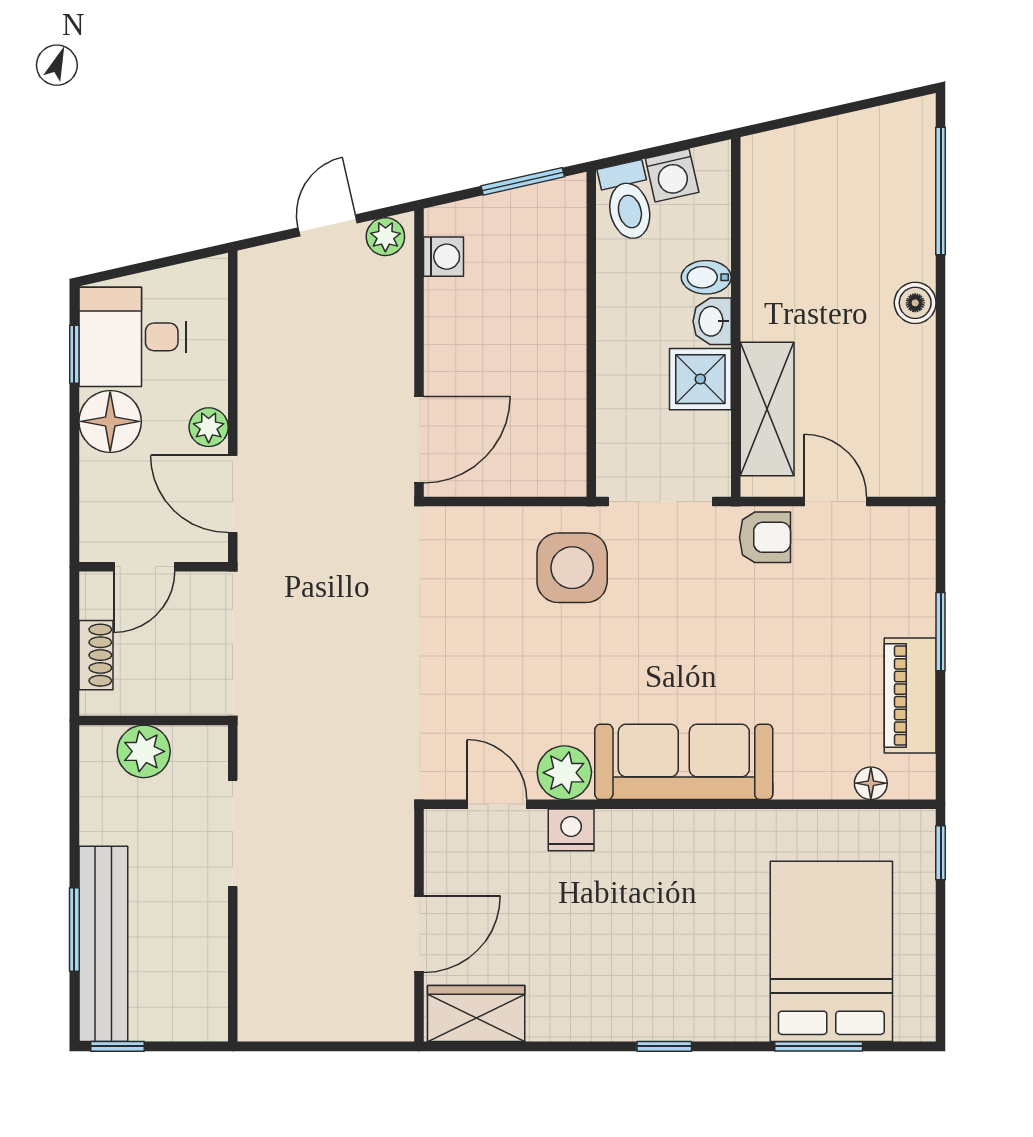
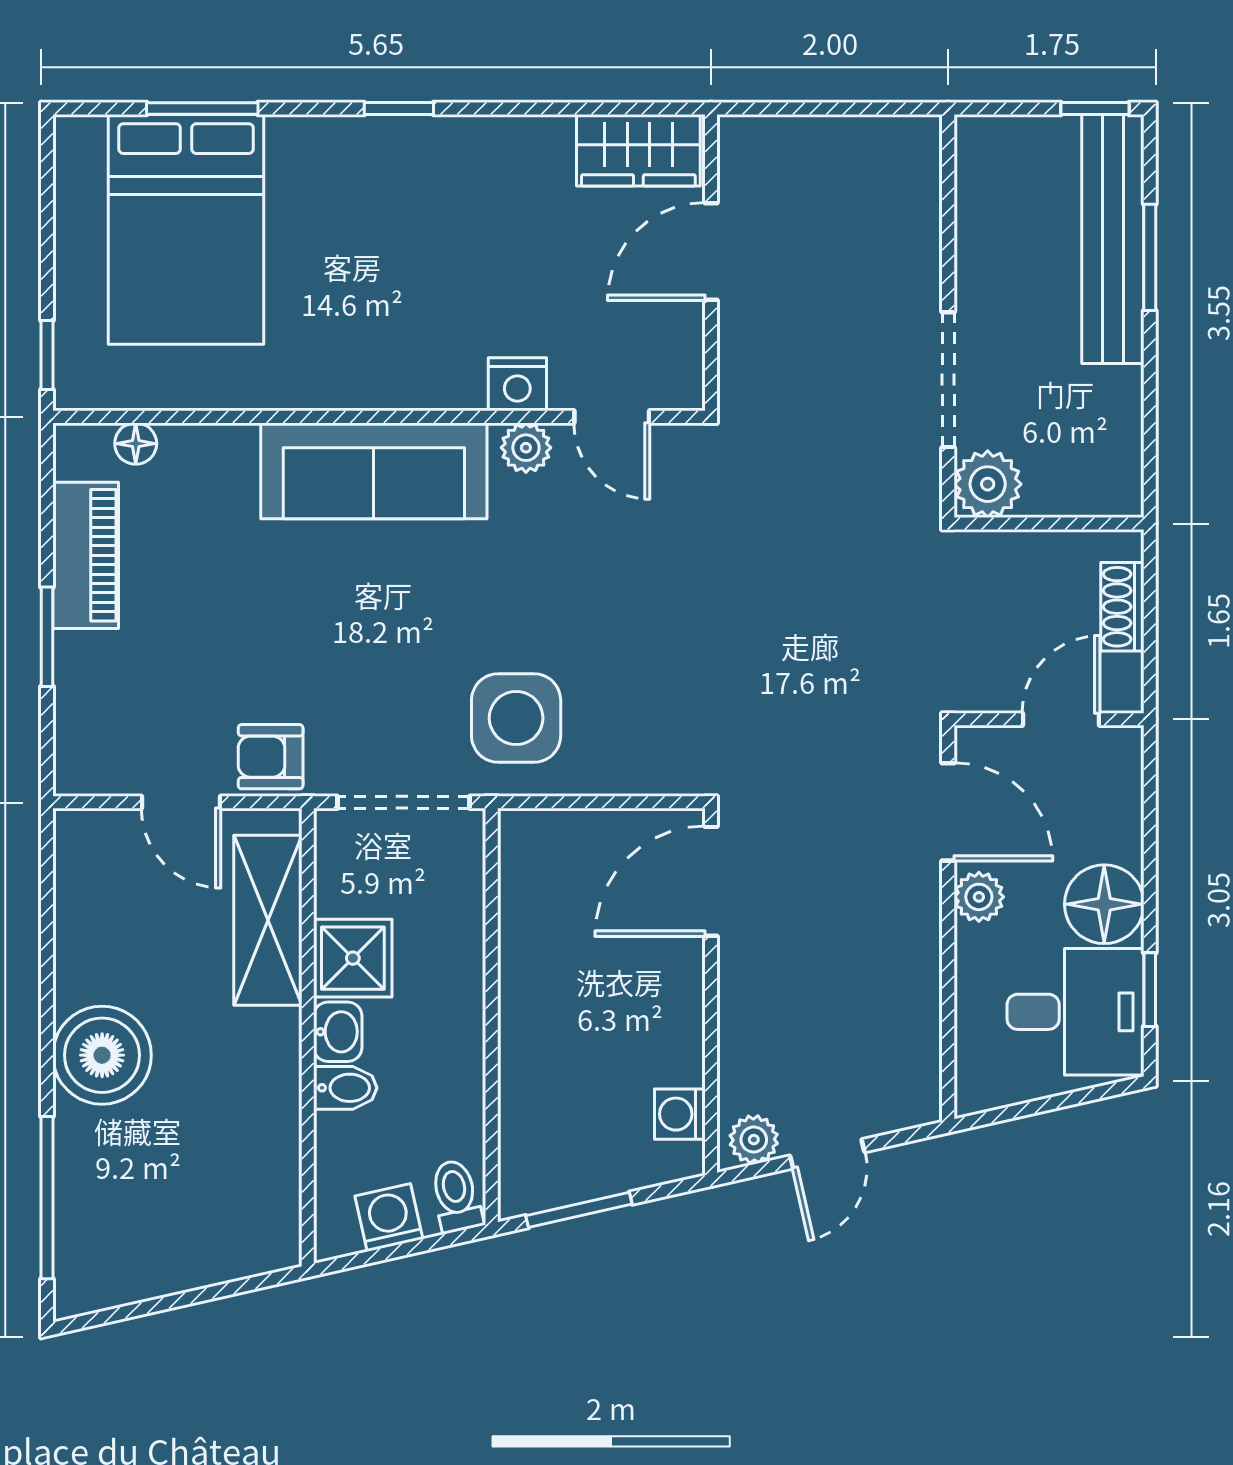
toilet: (628, 201) -> (456, 1196), width x0.73, depth x0.72
boiler: (915, 303) -> (102, 1055), width x1.86, depth x1.86
plant: (144, 751) -> (988, 484), moved
plant: (564, 773) -> (526, 448), width x0.73, depth x0.73

